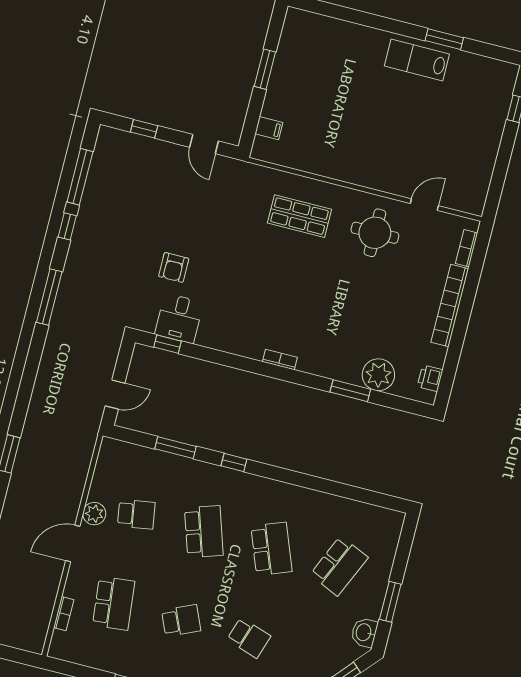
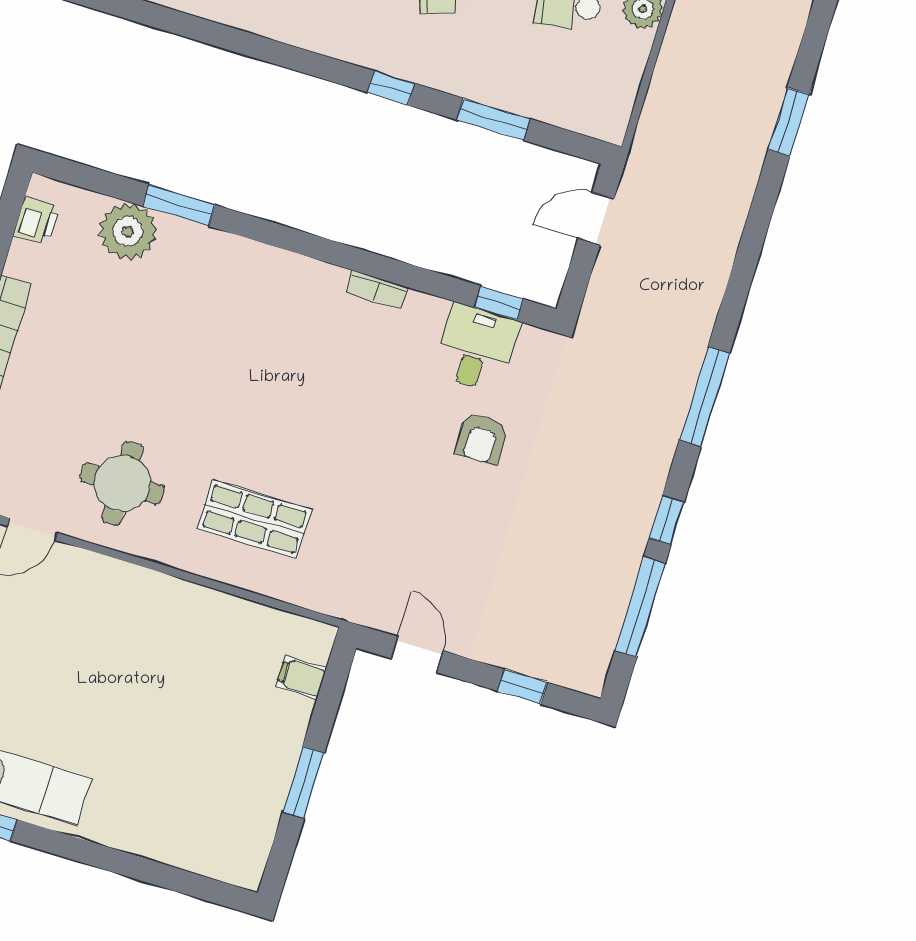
armchair: (174, 267) -> (482, 439), turned 180
bookcase: (280, 360) -> (377, 290), moved

